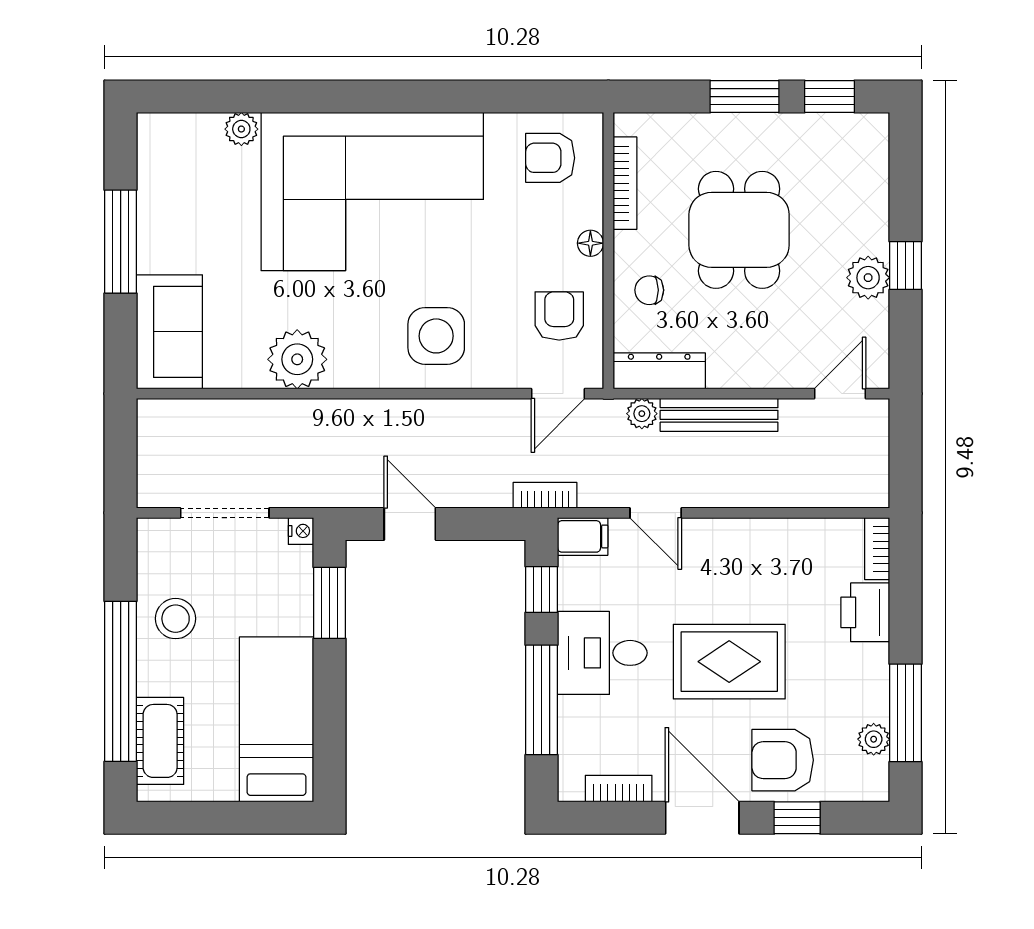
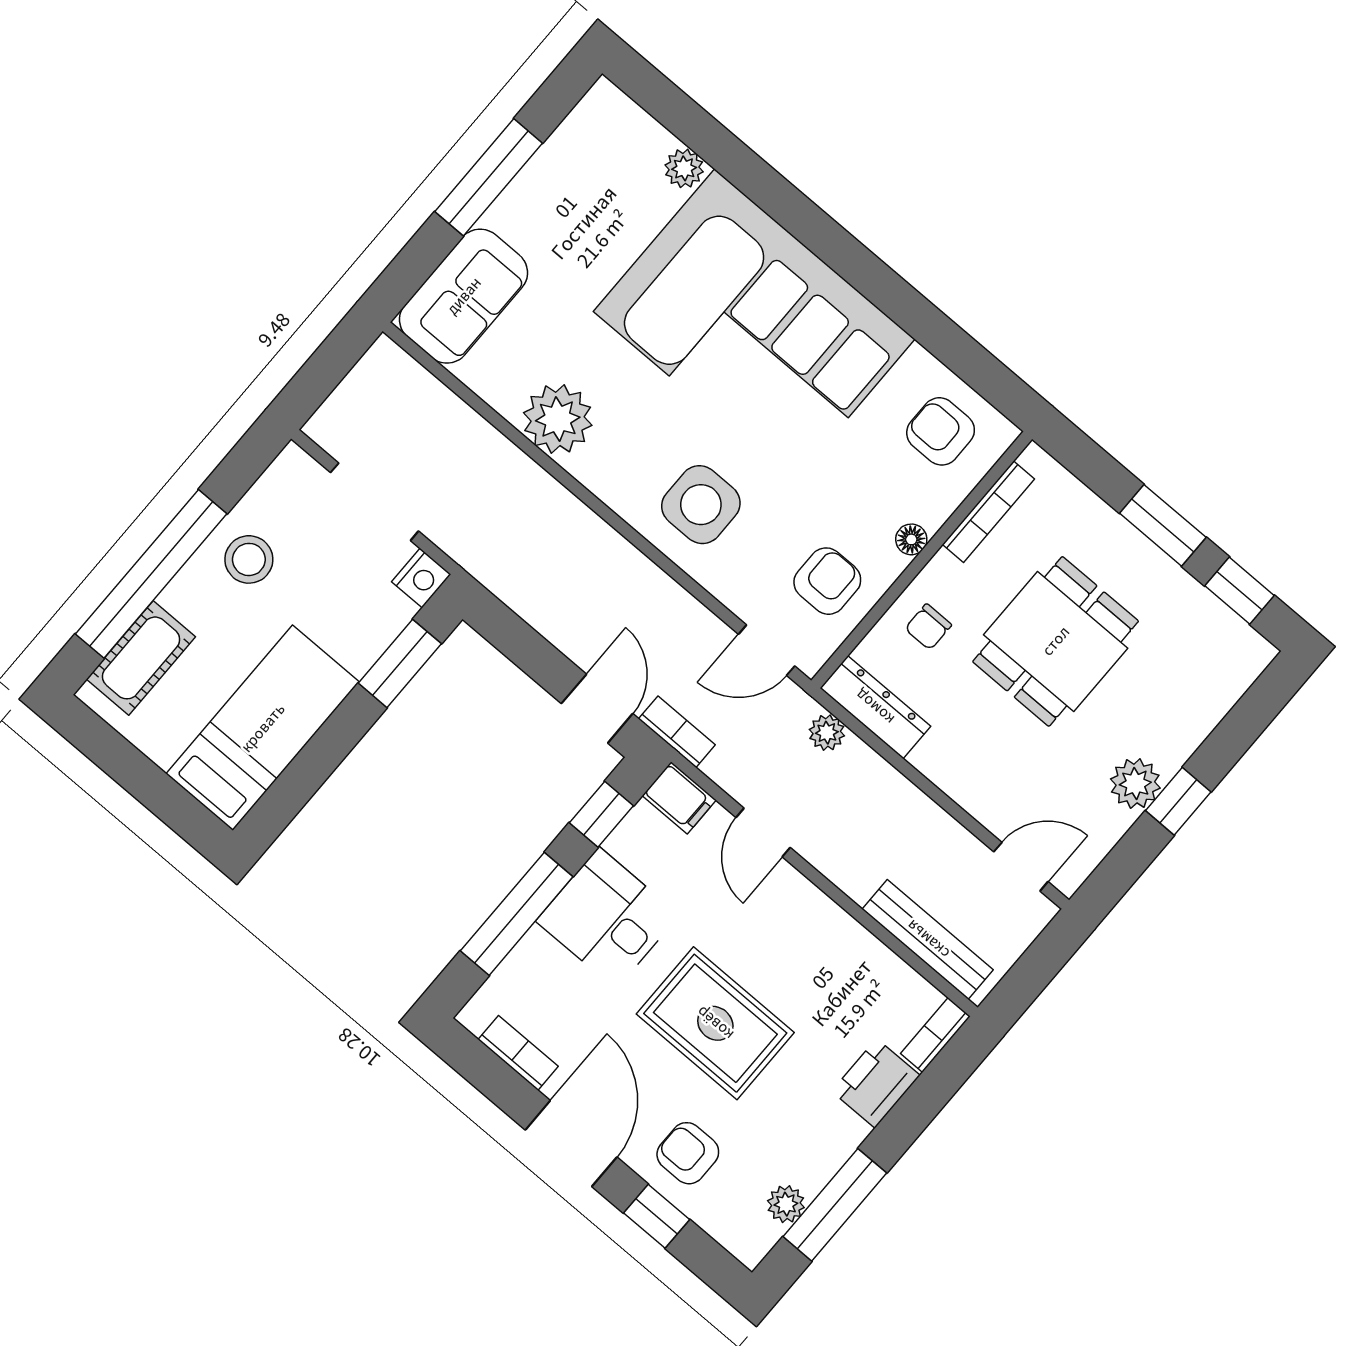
chair: (649, 290) -> (928, 627), turned -90
bench: (719, 415) -> (928, 939), moved
door: (410, 524) -> (597, 709), moved
nightstand: (301, 531) -> (421, 578), width x1.39, depth x1.35
armchair: (783, 760) -> (688, 1153), width x0.72, depth x0.72

